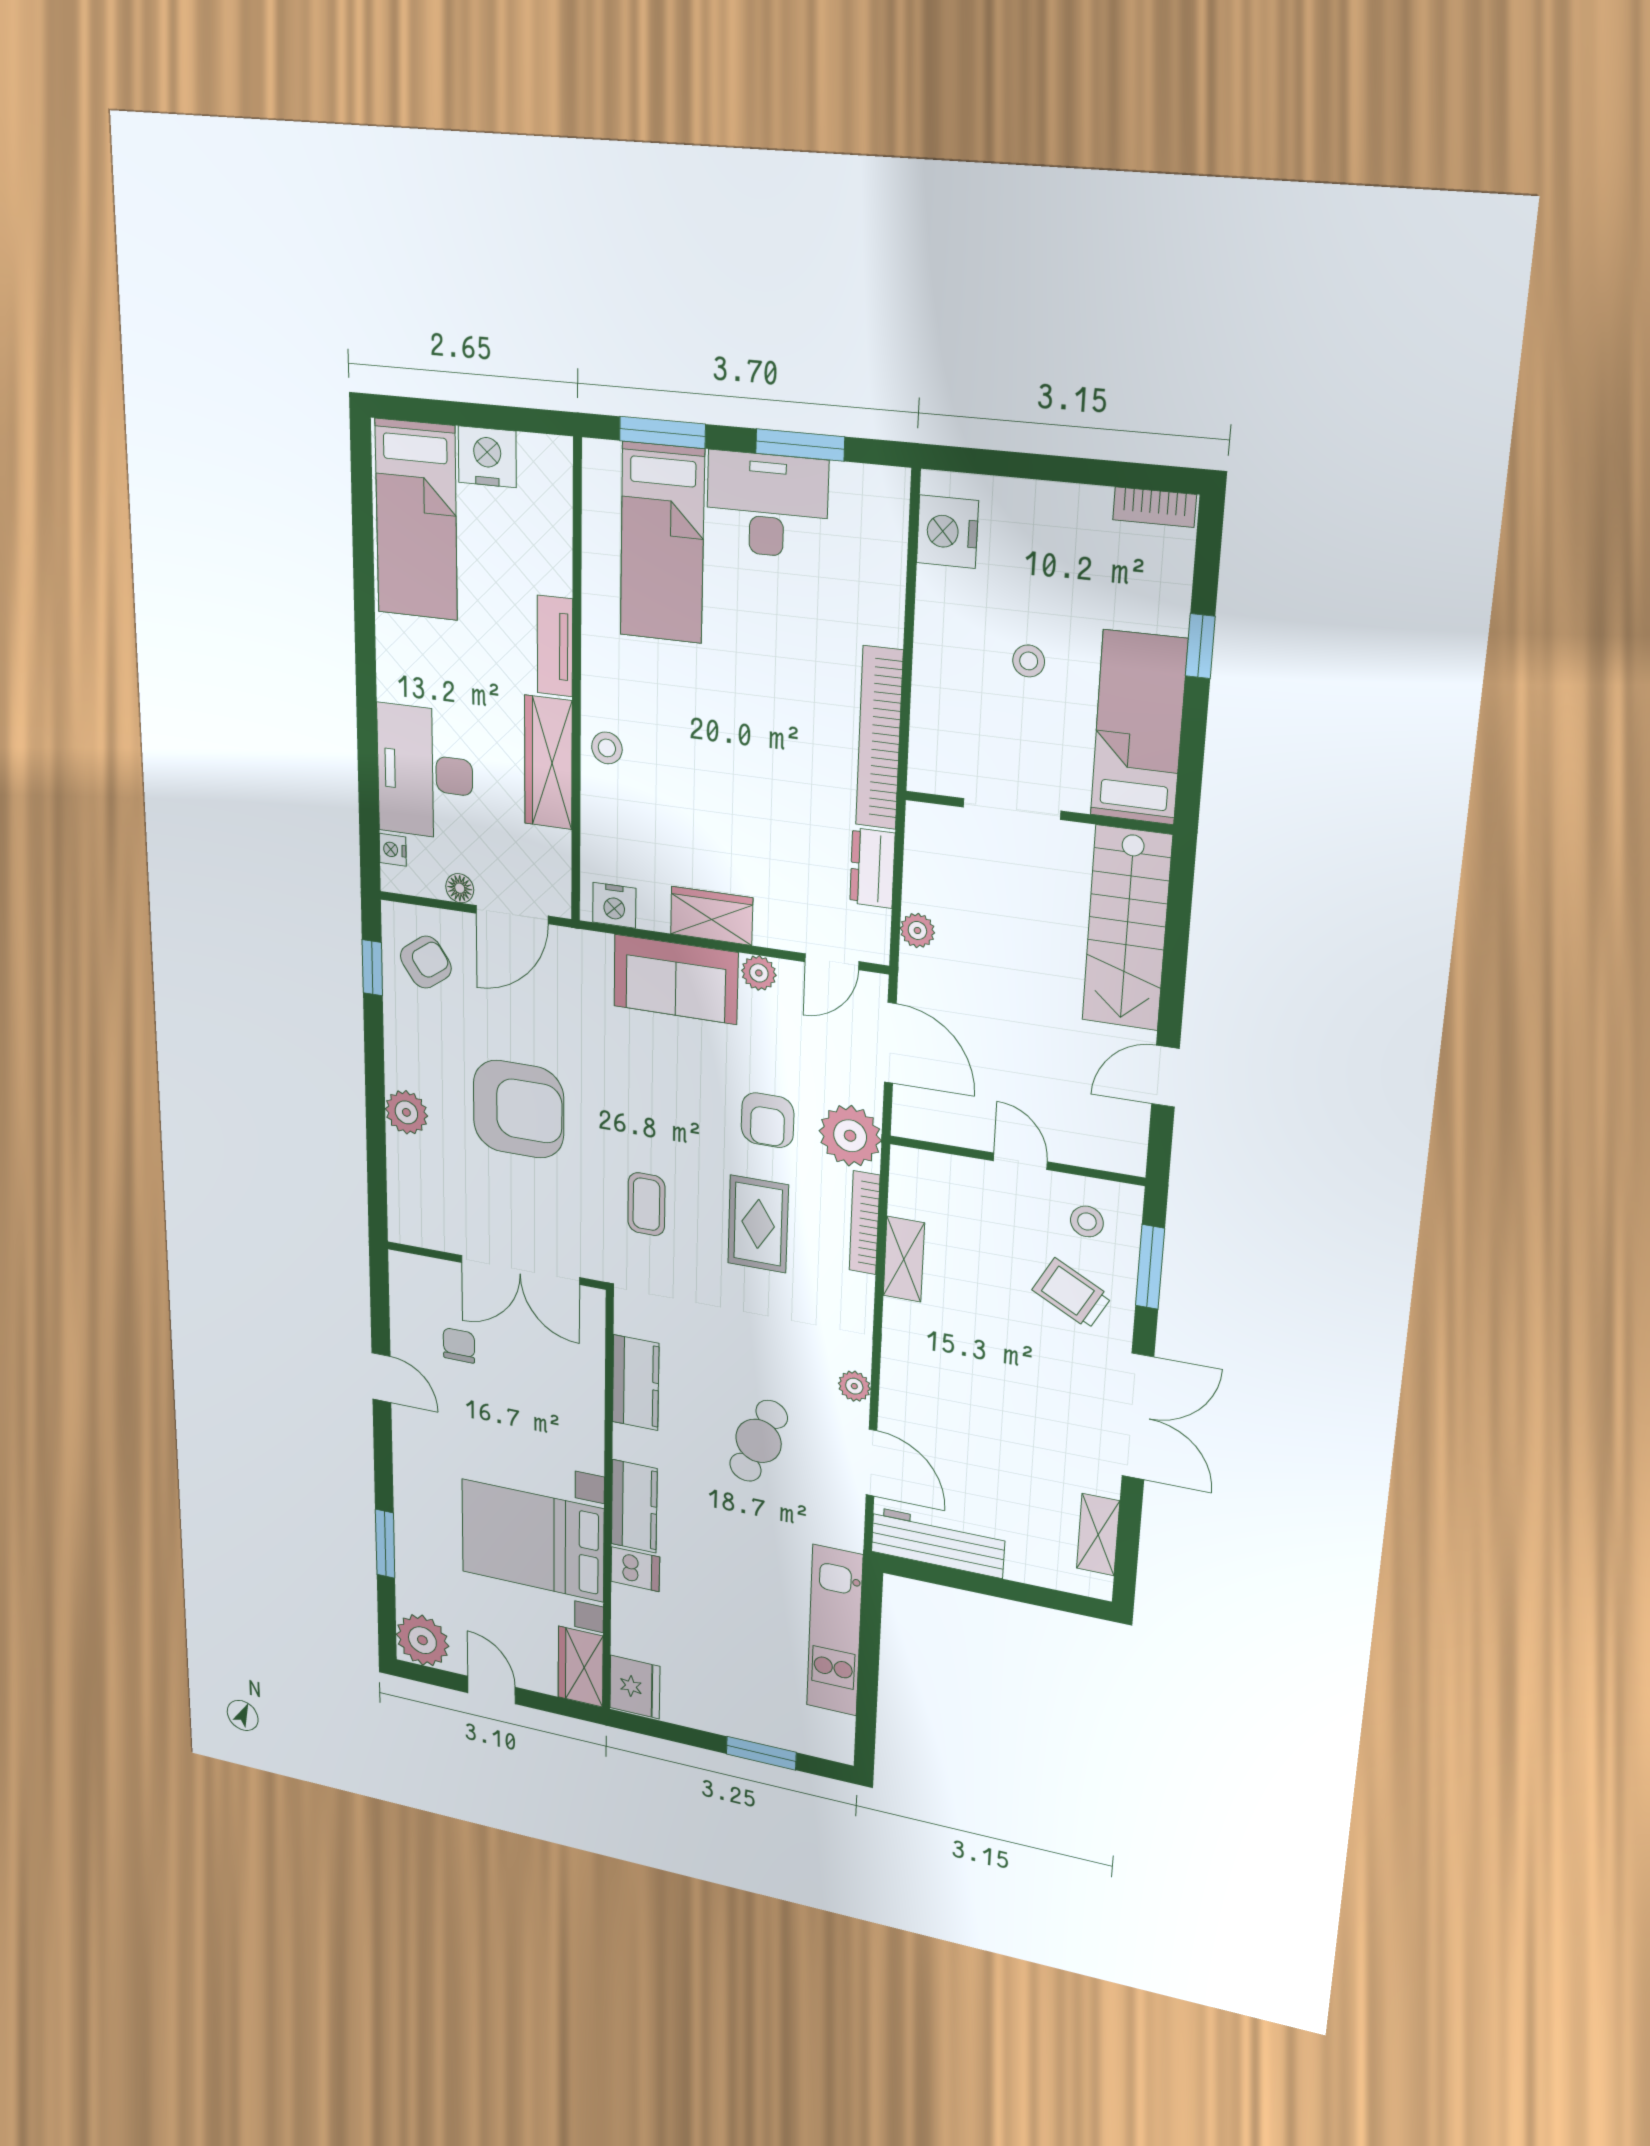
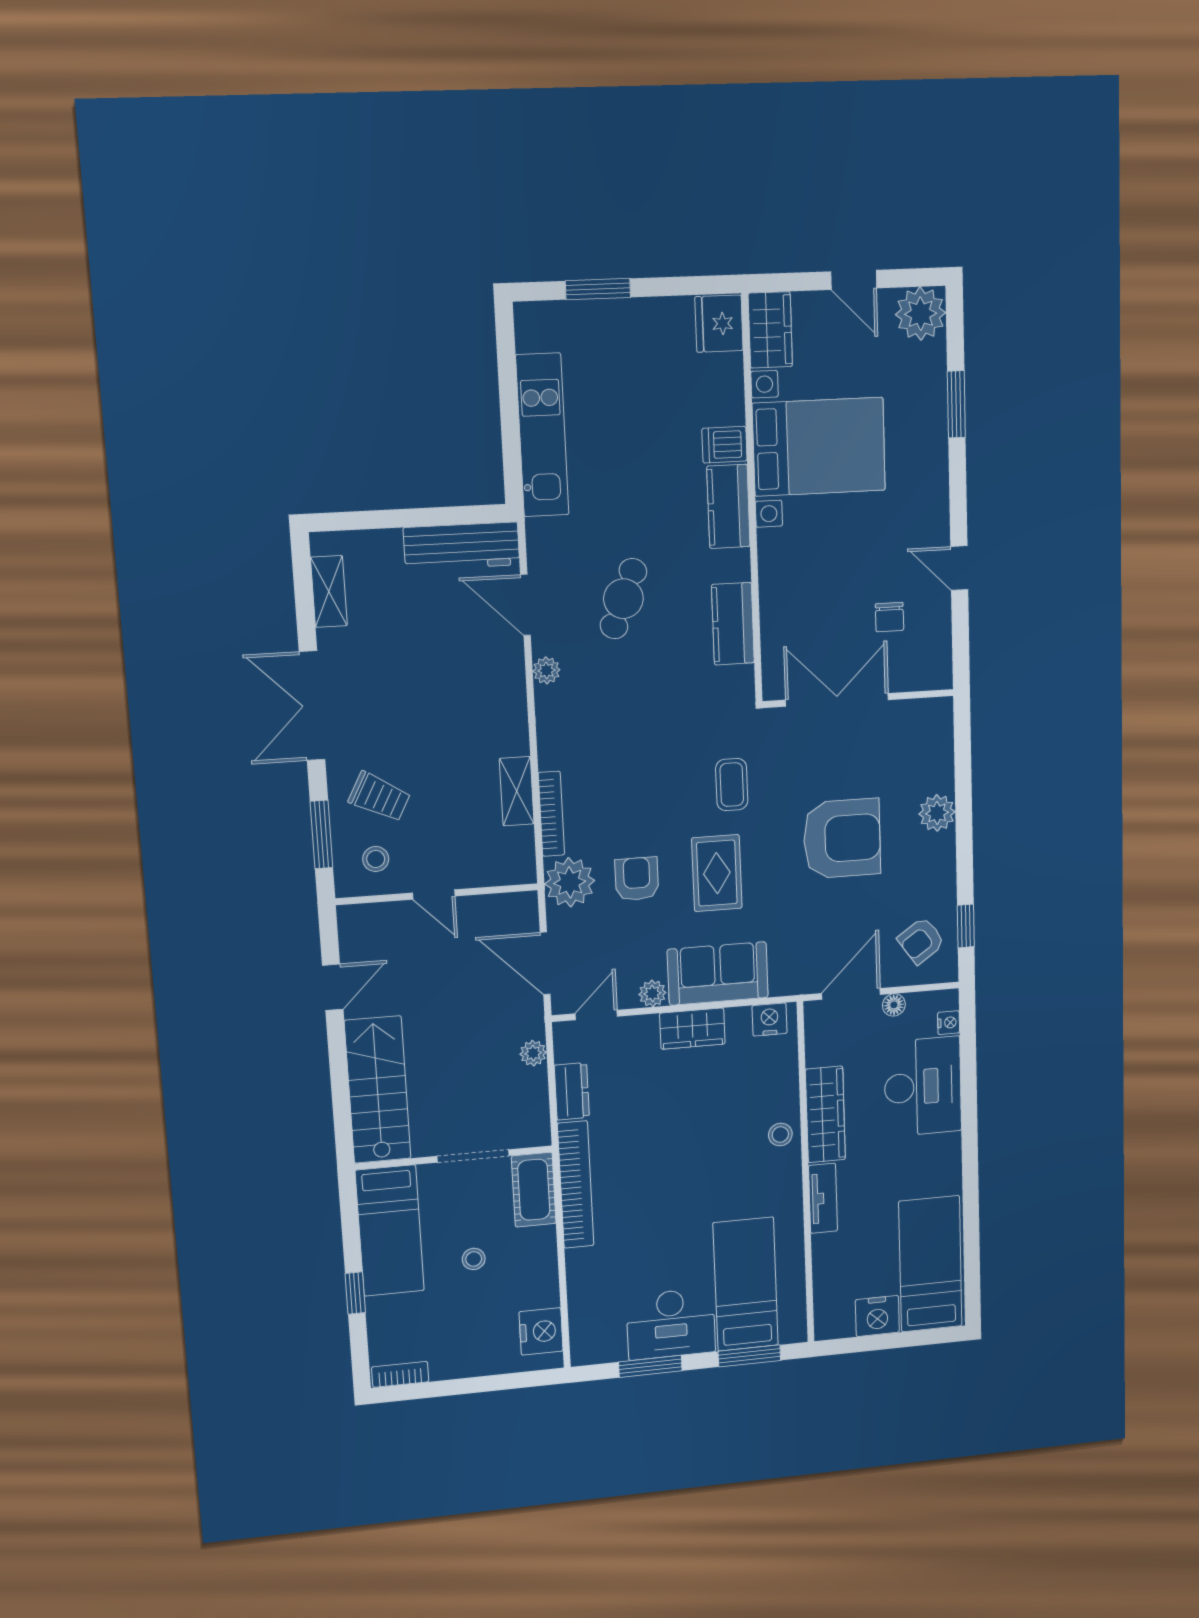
cot: (936, 743) -> (534, 1190), added
armchair: (518, 1109) -> (842, 839), turned 180
rug: (758, 1224) -> (717, 873), moved

